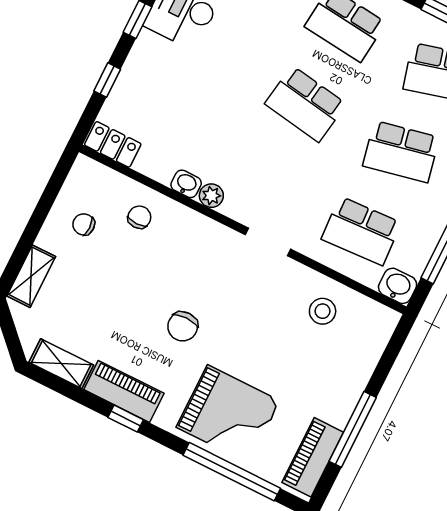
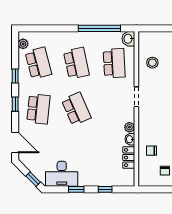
school desk: (305, 104) -> (76, 109), turned -33
locker: (113, 144) -> (129, 158), moved

